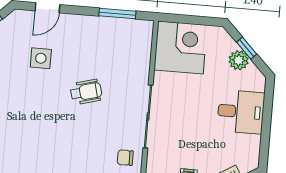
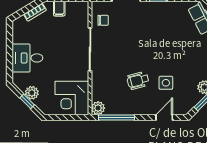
window: (117, 14) -> (117, 117), width x1.44
plant: (143, 30) -> (98, 108), added
wheelchair: (86, 92) -> (138, 80), moved

